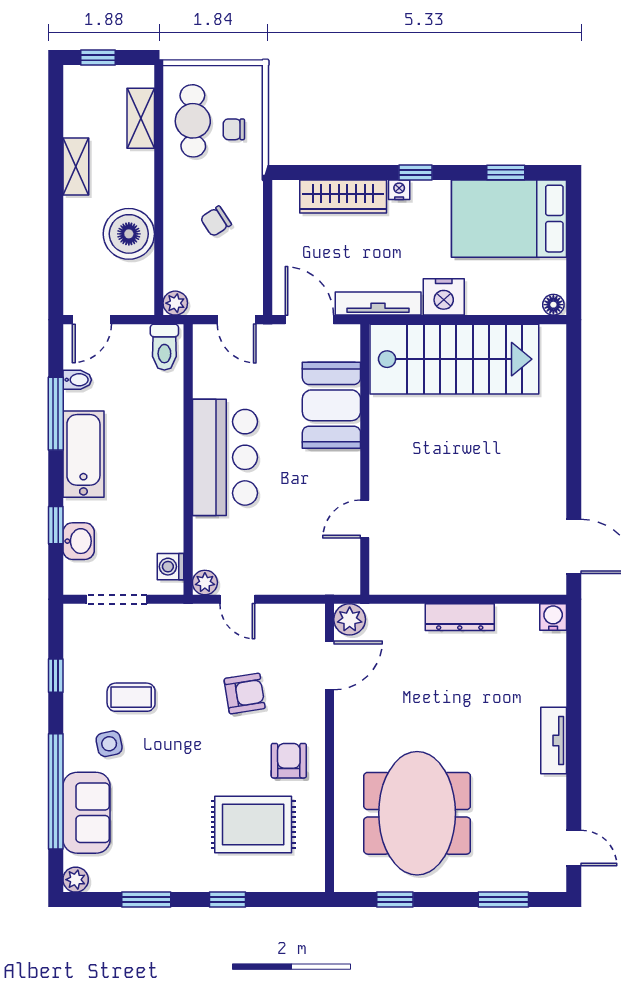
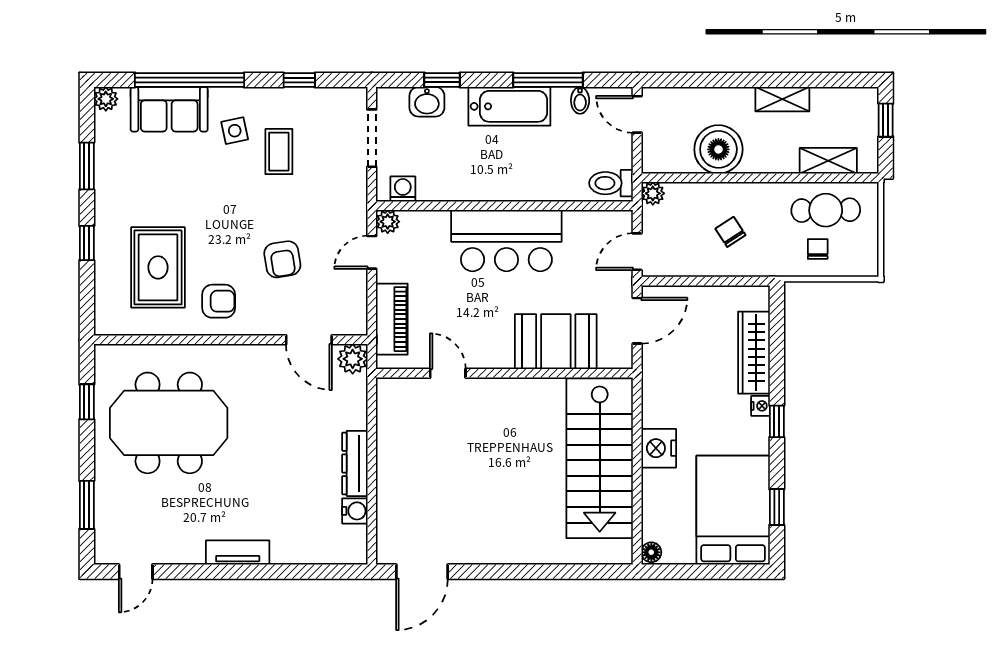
tv unit: (378, 304) -> (652, 386), removed
piano: (308, 578) -> (392, 319), added
water cooler: (553, 617) -> (355, 511), moved

